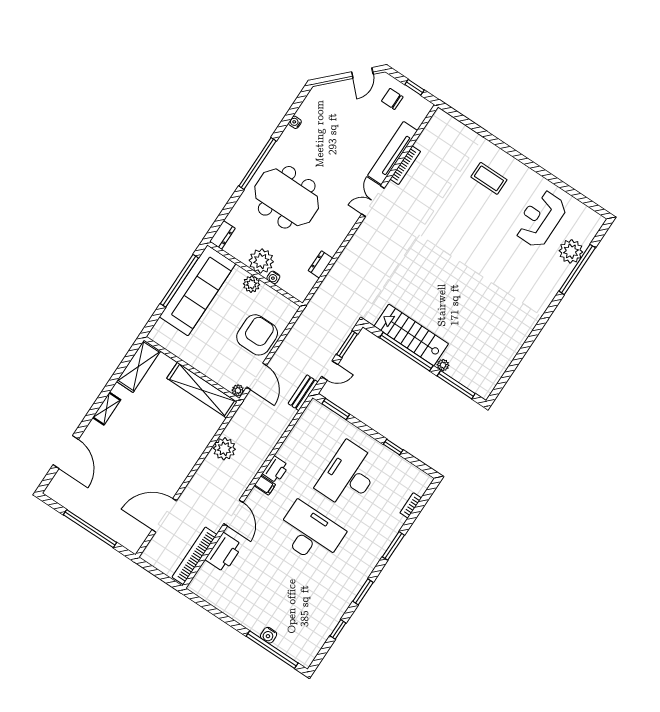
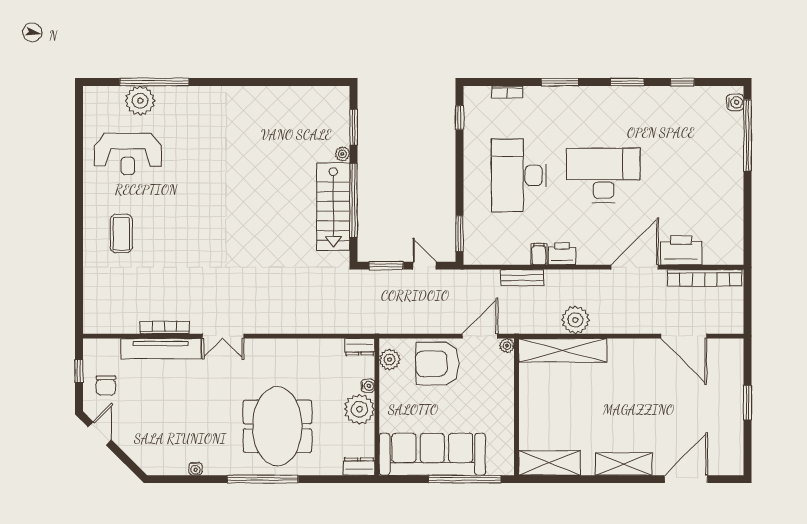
door: (362, 73) -> (100, 433), hinge flipped
dresser: (320, 264) -> (360, 347), moved
window: (179, 281) -> (465, 479), moved
plant: (251, 284) -> (390, 360), moved
window: (456, 385) -> (354, 127), width x0.69
shelving: (202, 390) -> (563, 350), moved, turned 90
bench: (303, 393) -> (522, 278), moved
shelving: (107, 409) -> (624, 464), width x1.50, depth x1.33
window: (393, 447) -> (460, 118), moved
desk: (348, 476) -> (519, 175), turned 90
filing cabinet: (265, 485) -> (539, 254), moved
door: (233, 513) -> (635, 267), width x1.36
window: (90, 529) -> (748, 403), width x0.47
desk: (310, 533) -> (604, 175), turned 90
water cooler: (269, 635) -> (735, 102), moved

